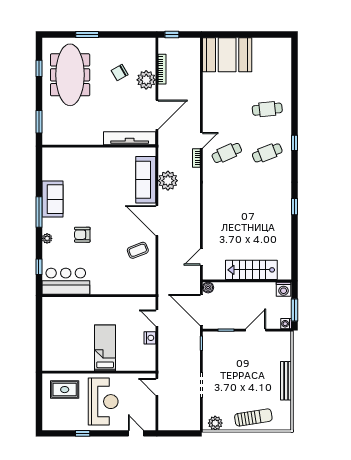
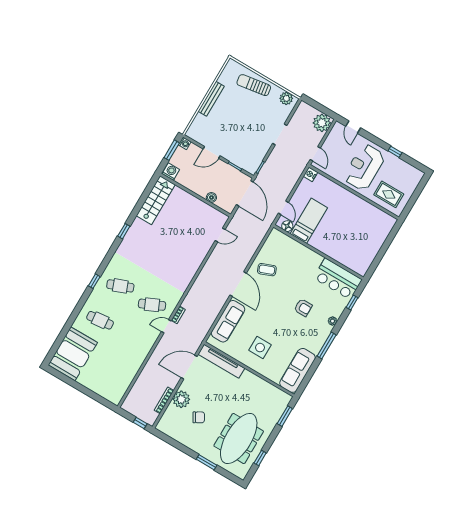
booth: (227, 55) -> (73, 354), moved, turned 90
side table: (101, 173) -> (260, 348), added
plant: (168, 181) -> (322, 123), moved
sofa: (52, 199) -> (297, 370), moved, width x1.36
stairs: (251, 270) -> (156, 200), moved, turned -90
boiler: (208, 288) -> (211, 197), moved
floor lamp: (143, 303) -> (287, 226), added
nightstand: (150, 338) -> (310, 174), moved
bed: (105, 348) -> (309, 221), moved, turned 180

